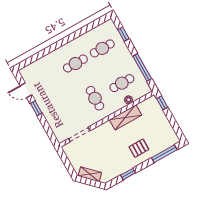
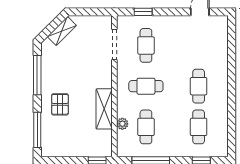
window: (36, 108) -> (143, 12), moved
cafe table: (68, 113) -> (146, 45), added
window: (128, 174) -> (37, 75), width x2.17

